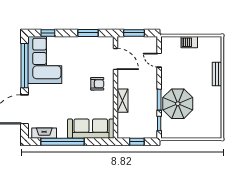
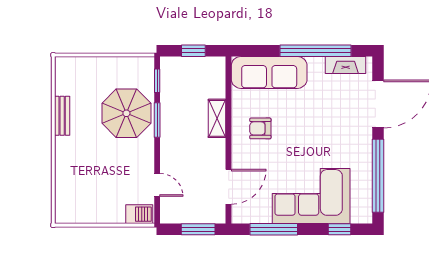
window: (88, 33) -> (274, 229), width x1.44
barbecue: (189, 42) -> (139, 214), moved
door: (116, 59) -> (229, 187), swing flipped
corner sofa: (45, 60) -> (311, 196), moved, turned 90
bench: (217, 74) -> (62, 116), moved
armchair: (97, 84) -> (260, 128), moved

